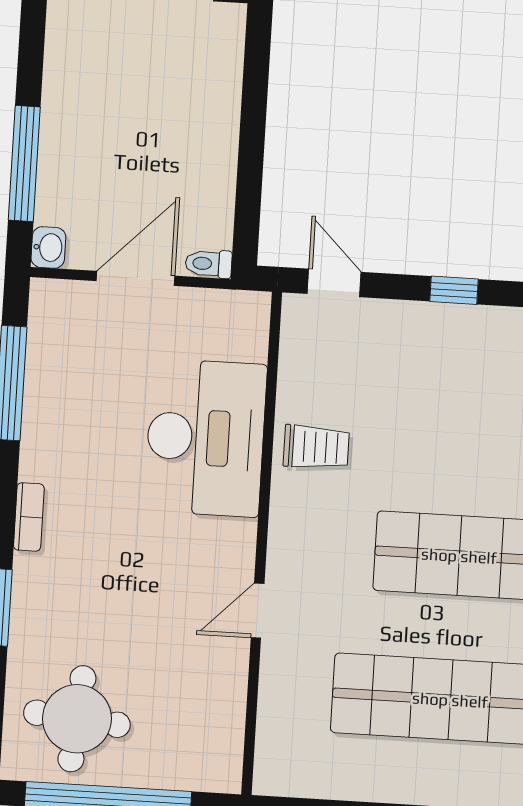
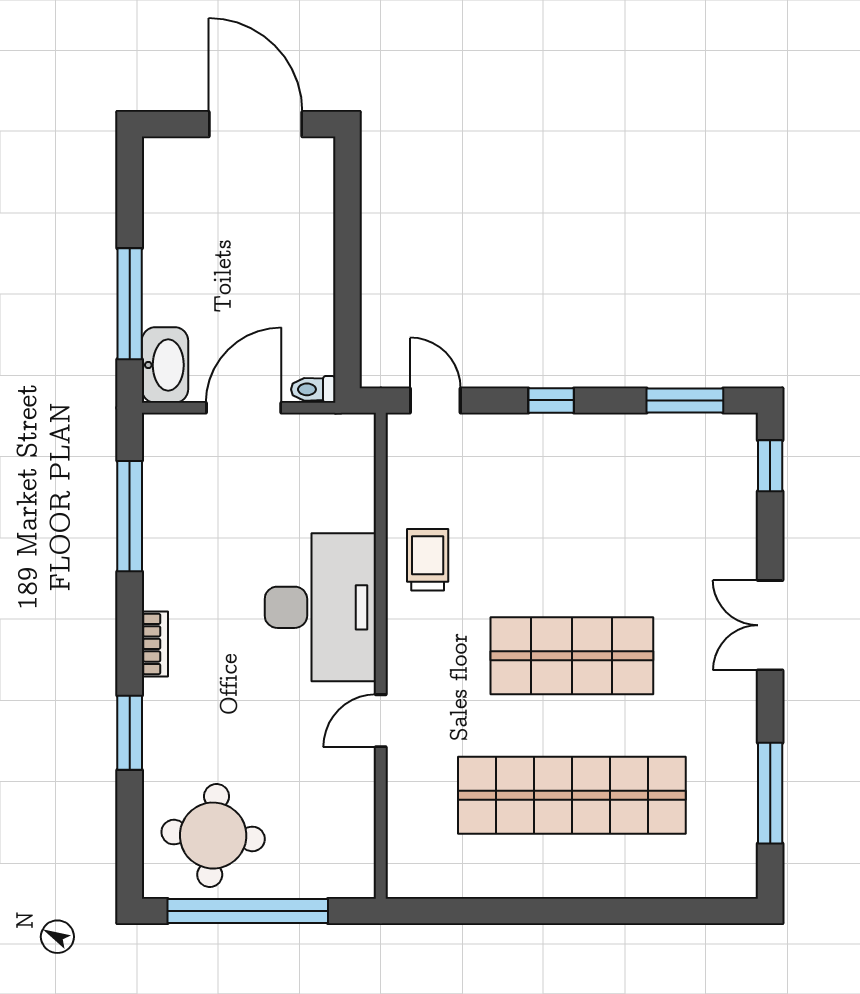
washbasin: (48, 247) -> (165, 365), width x1.91, depth x1.45
desk: (205, 438) -> (320, 607), moved
trolley: (316, 447) -> (428, 560), turned -90

